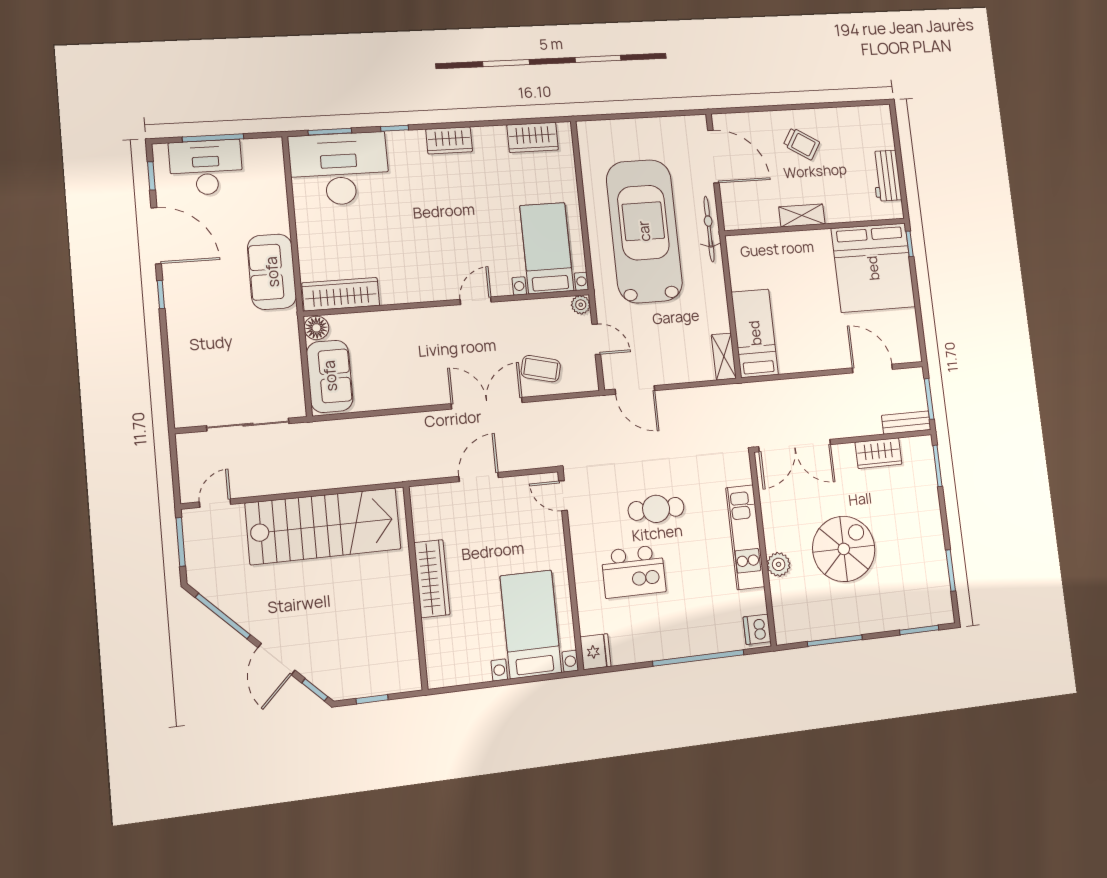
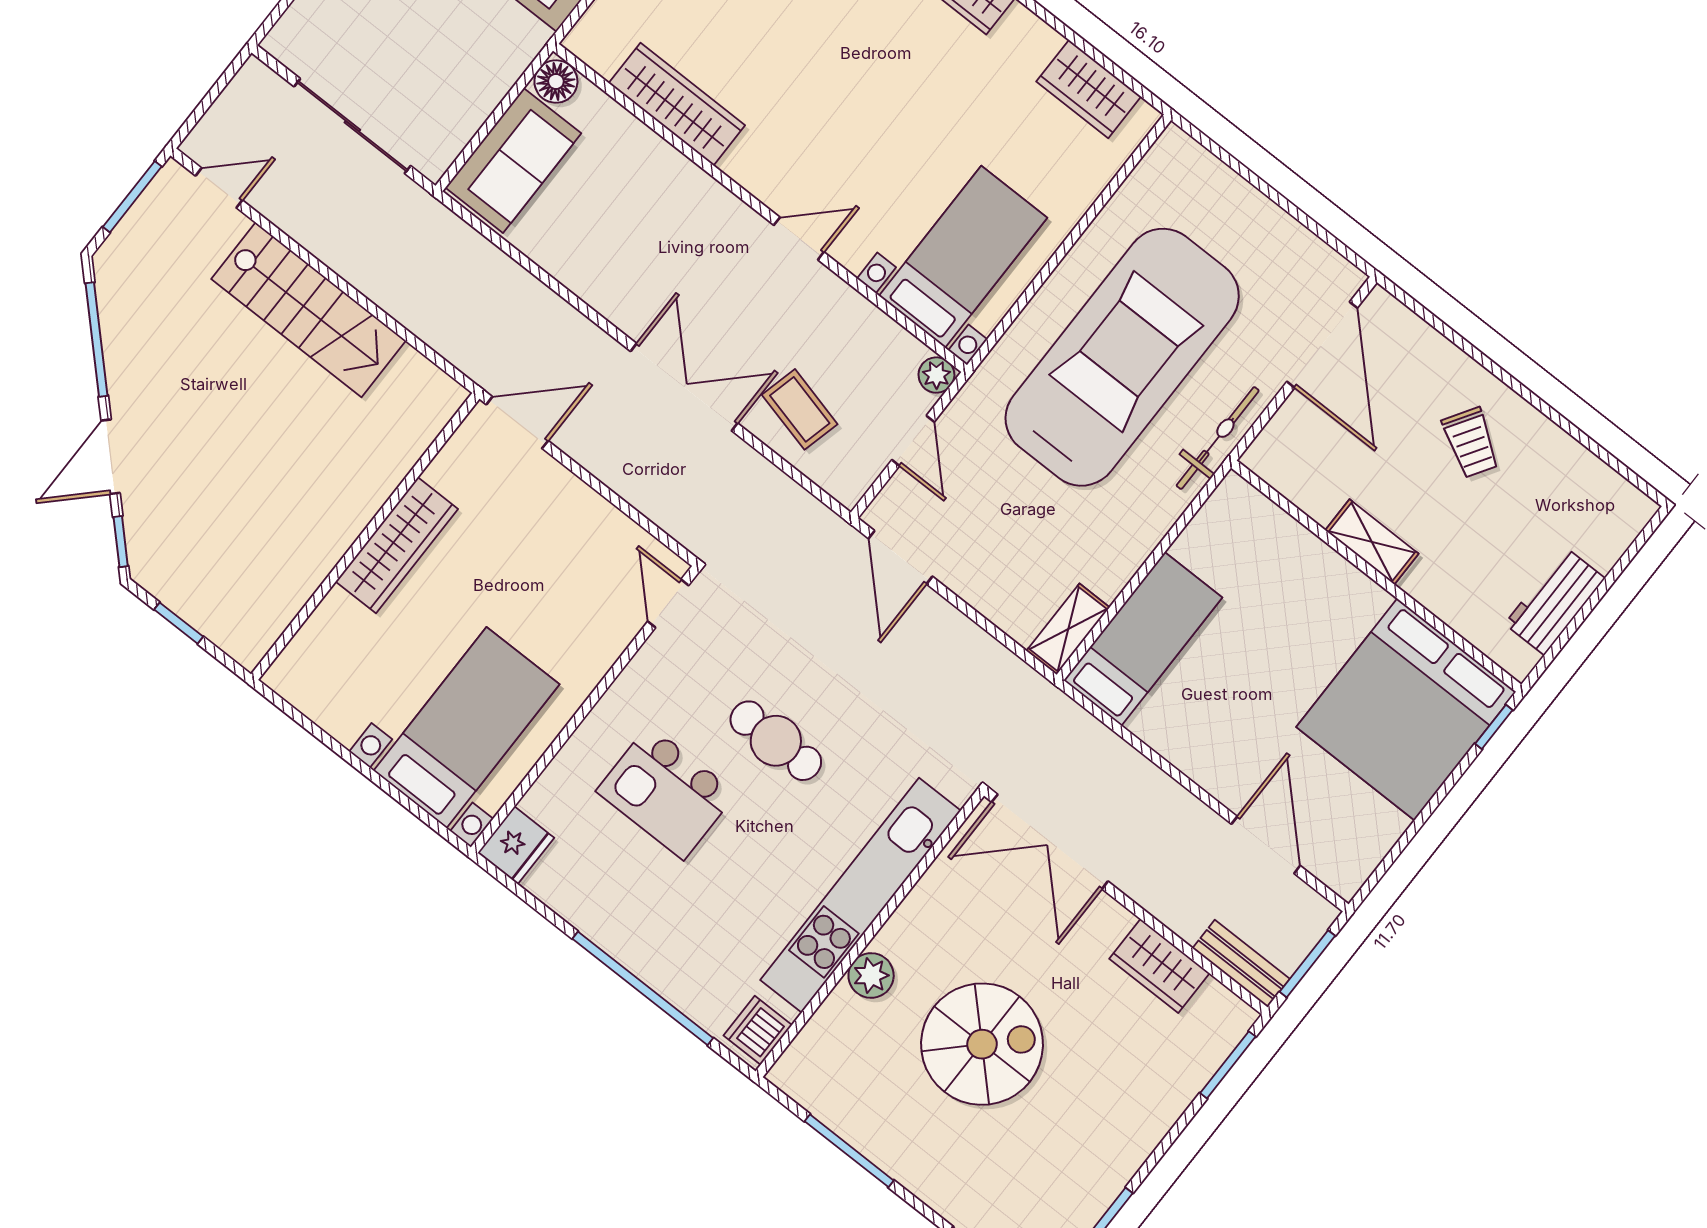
wardrobe: (341, 294) -> (677, 104), moved
door: (479, 477) -> (517, 423), moved
stairs: (323, 526) -> (308, 310), width x0.73, depth x0.66
kitchen unit: (745, 537) -> (861, 895), width x1.36

